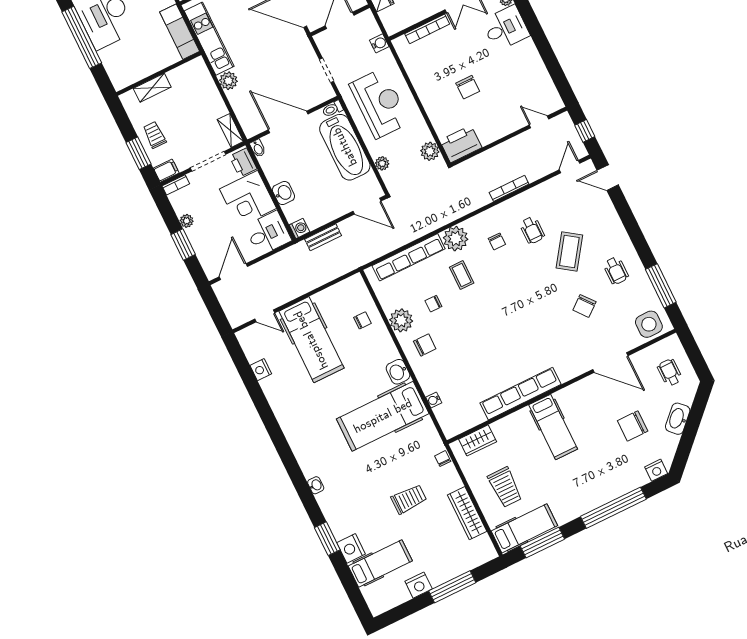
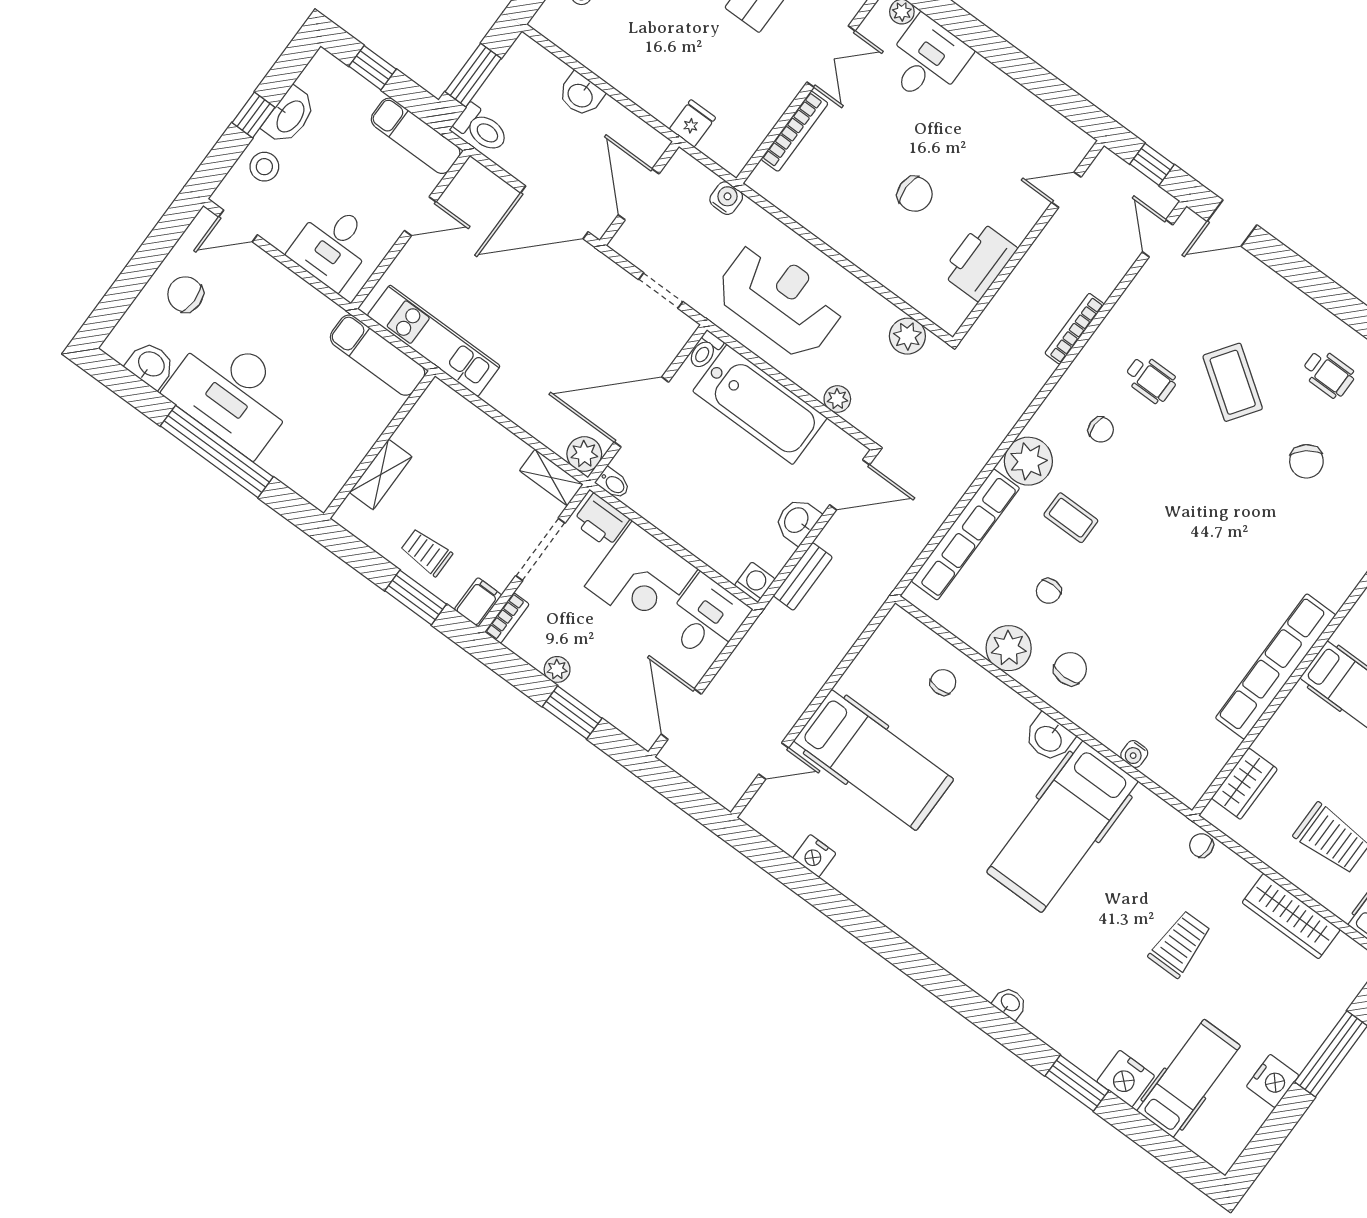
plant: (228, 81) -> (584, 454), moved
printer: (461, 144) -> (979, 261), moved
washbasin: (283, 193) -> (797, 521), moved, turned -90

